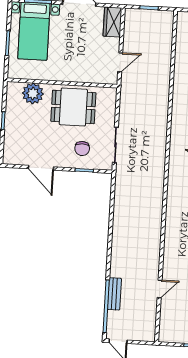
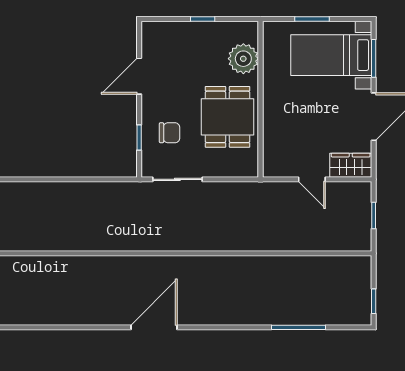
door: (120, 62) -> (312, 179), moved
chair: (82, 149) -> (170, 133), turned 180

